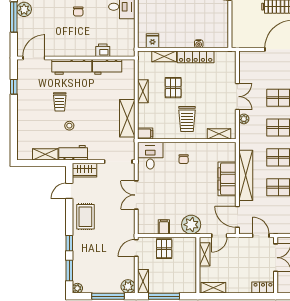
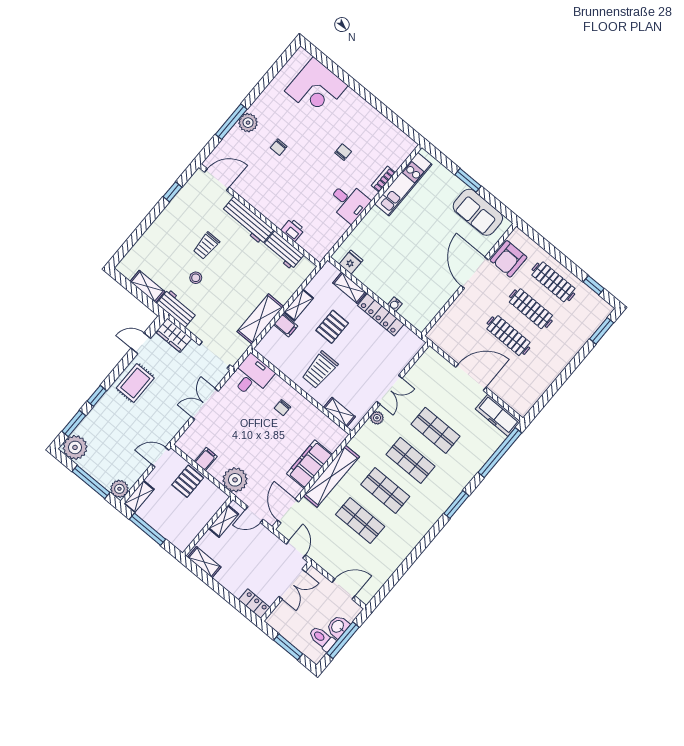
chair: (78, 11) -> (279, 147), moved
filing cabinet: (145, 134) -> (286, 325), moved
plant: (77, 288) -> (75, 447), width x1.87, depth x1.87

